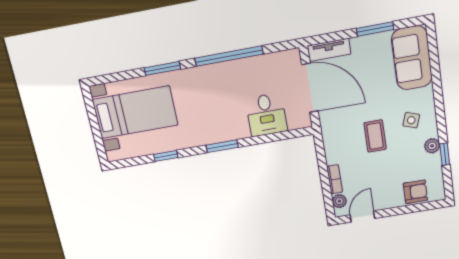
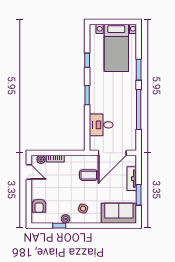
tv unit: (329, 50) -> (132, 179), moved
coffee table: (375, 136) -> (89, 175), moved

